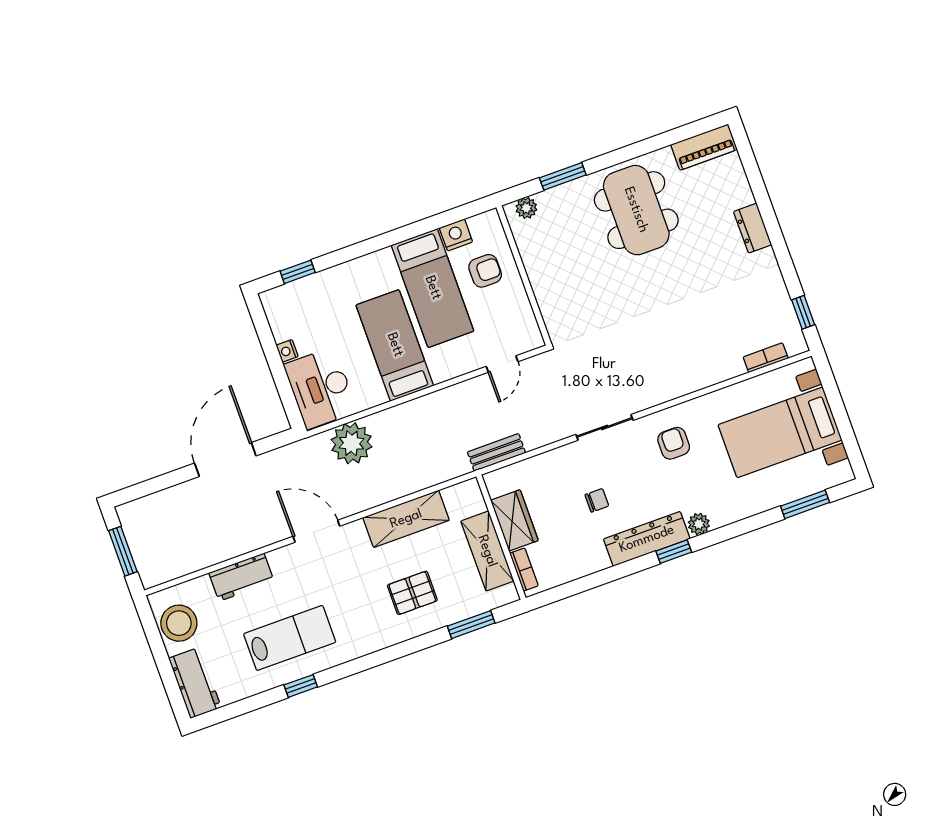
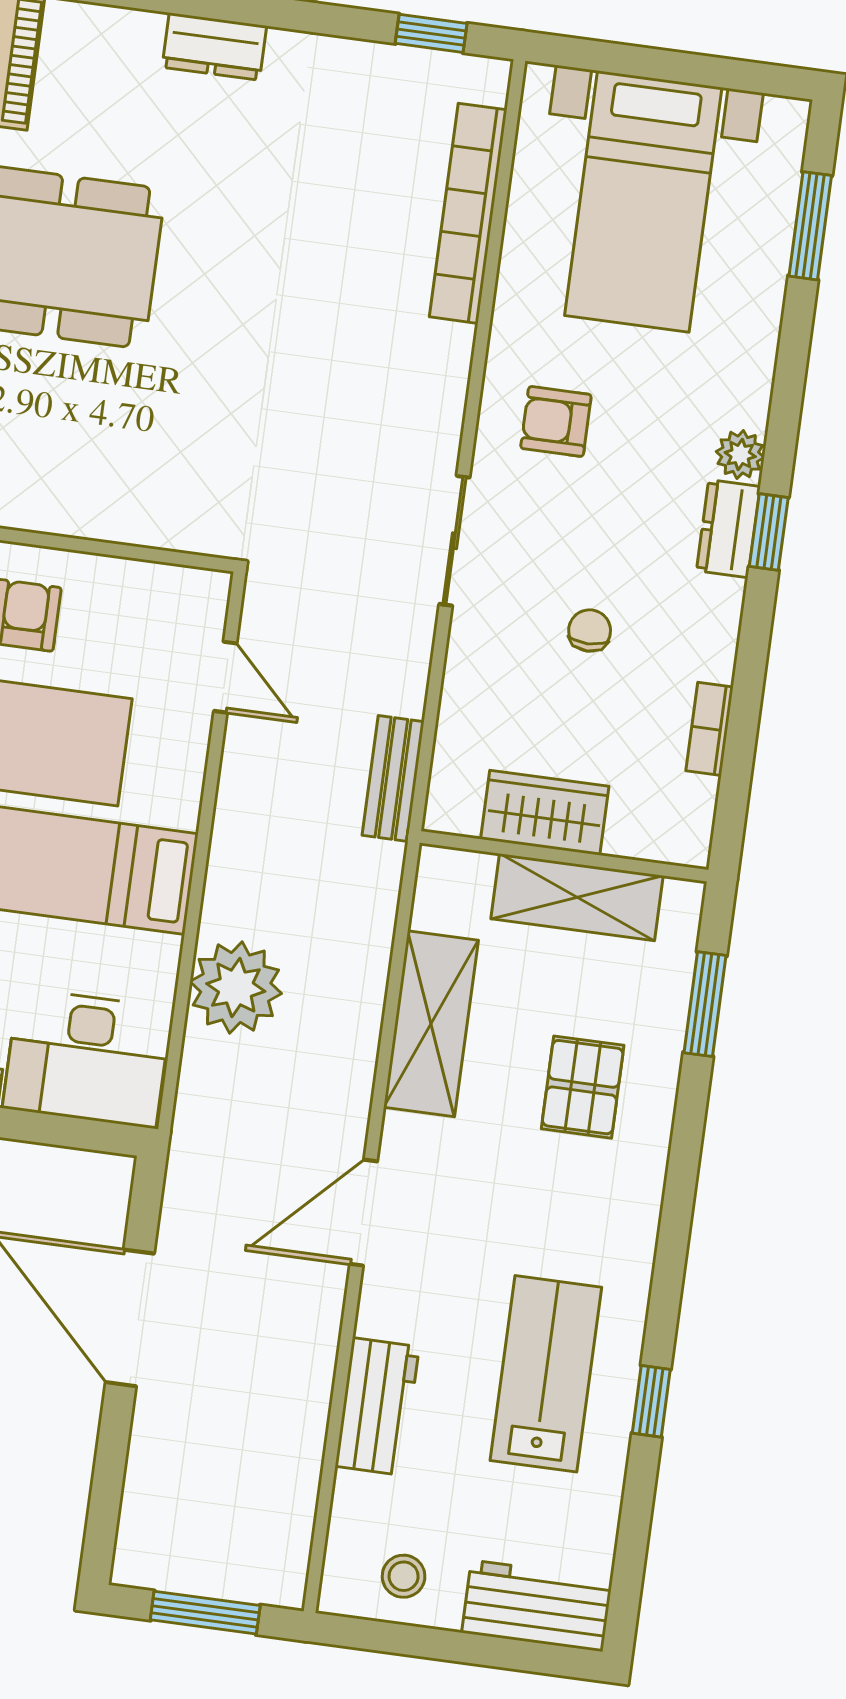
bookcase: (766, 358) -> (468, 213), width x2.31, depth x1.31
plant: (352, 443) -> (236, 987), moved
dresser: (647, 539) -> (728, 529), width x0.51, depth x0.80
bookcase: (524, 570) -> (709, 729), moved, turned -90
stool: (179, 623) -> (404, 1576), width x0.53, depth x0.53

